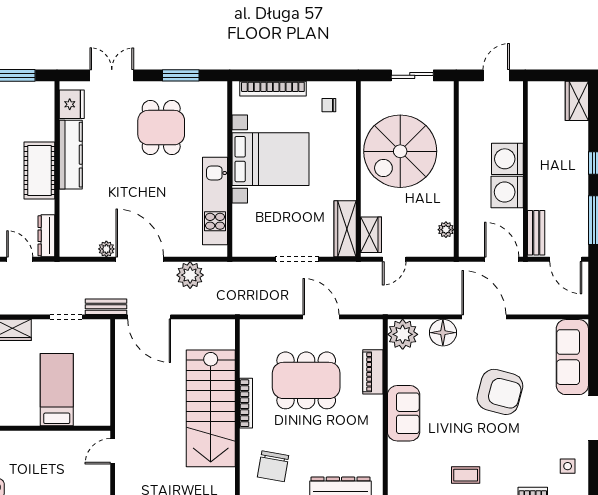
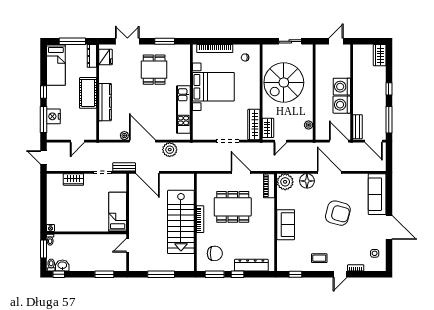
kitchen counter: (71, 155) -> (105, 102), moved
dresser: (46, 236) -> (92, 56), moved
door: (20, 259) -> (77, 141), swing flipped
piano: (373, 372) -> (269, 186), moved
bed: (57, 390) -> (118, 212), moved
chair: (273, 466) -> (215, 253), turned -100

